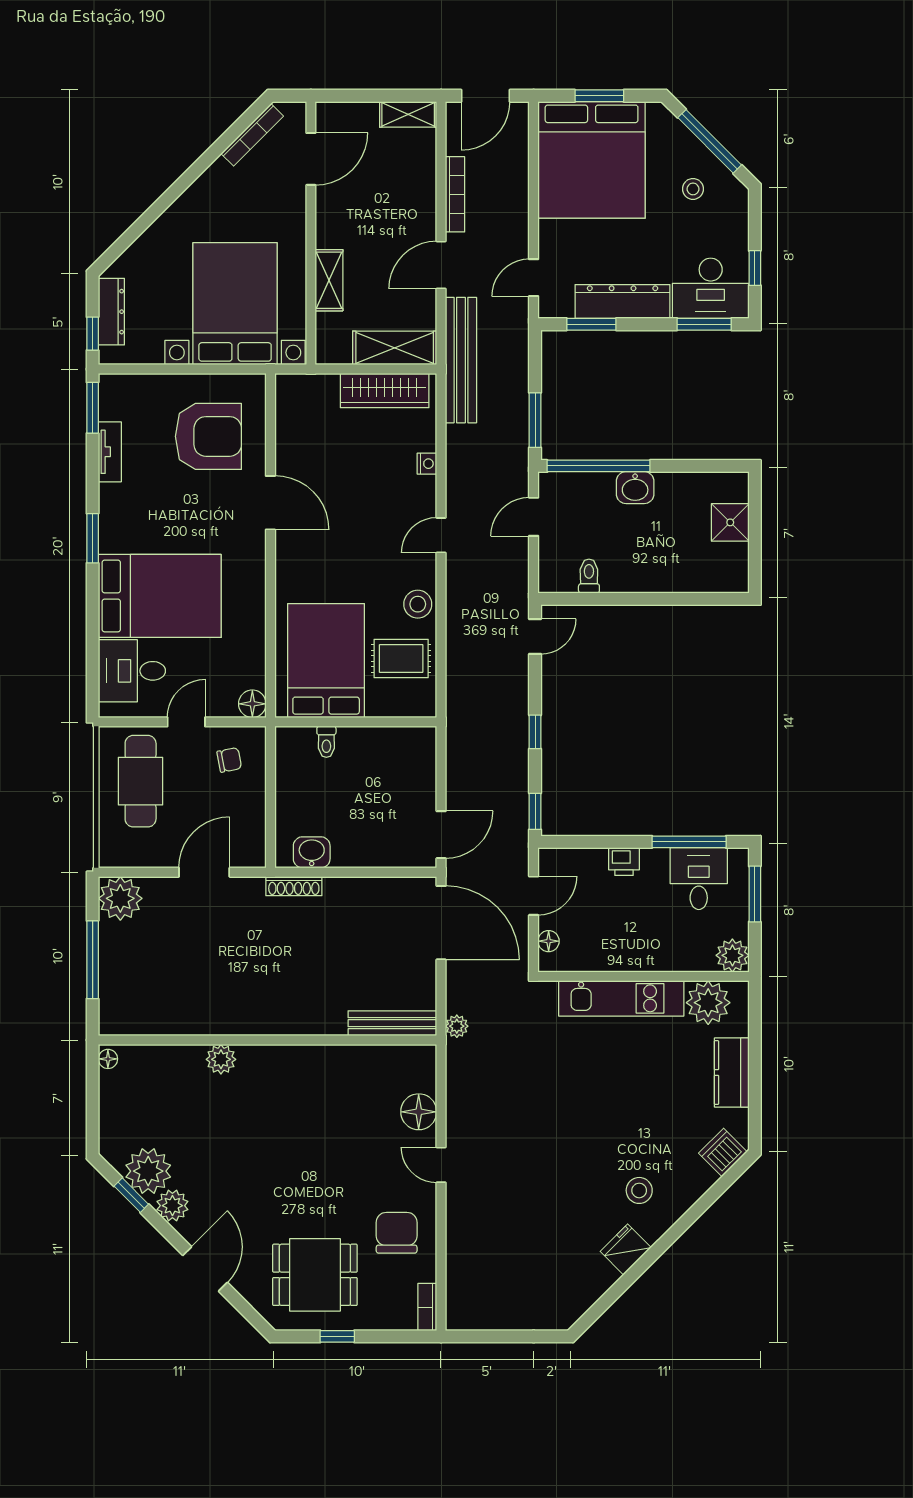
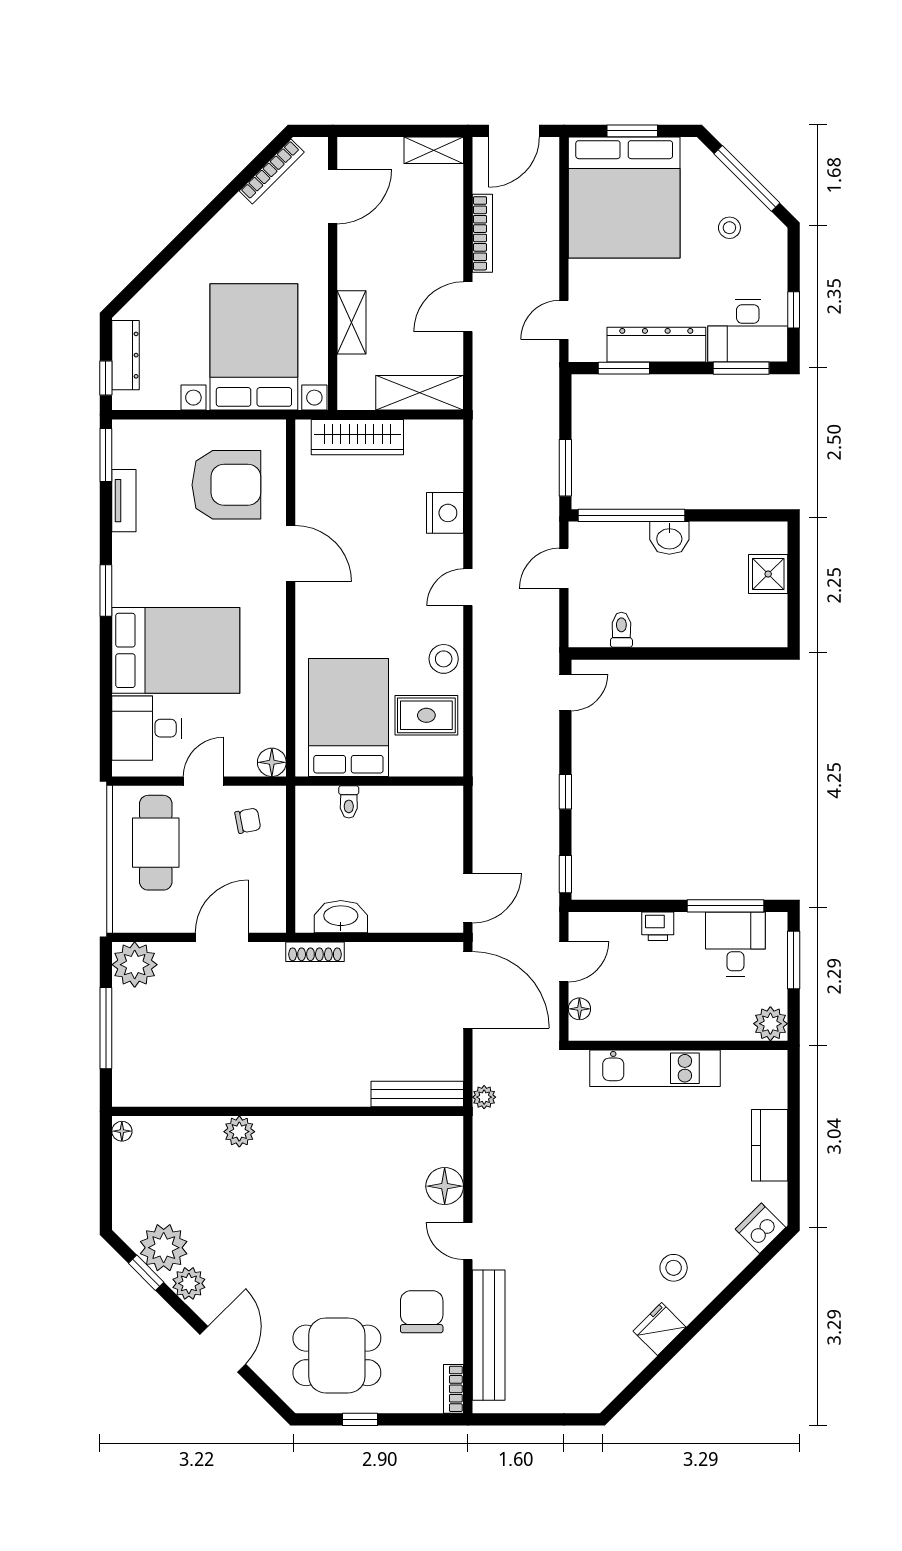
bench: (461, 360) -> (489, 1335), moved
wardrobe: (385, 391) -> (357, 437), moved
nightstand: (427, 464) -> (445, 513), width x1.89, depth x1.79
washbasin: (312, 852) -> (341, 917), width x1.38
plant: (708, 1003) -> (745, 1073), removed

